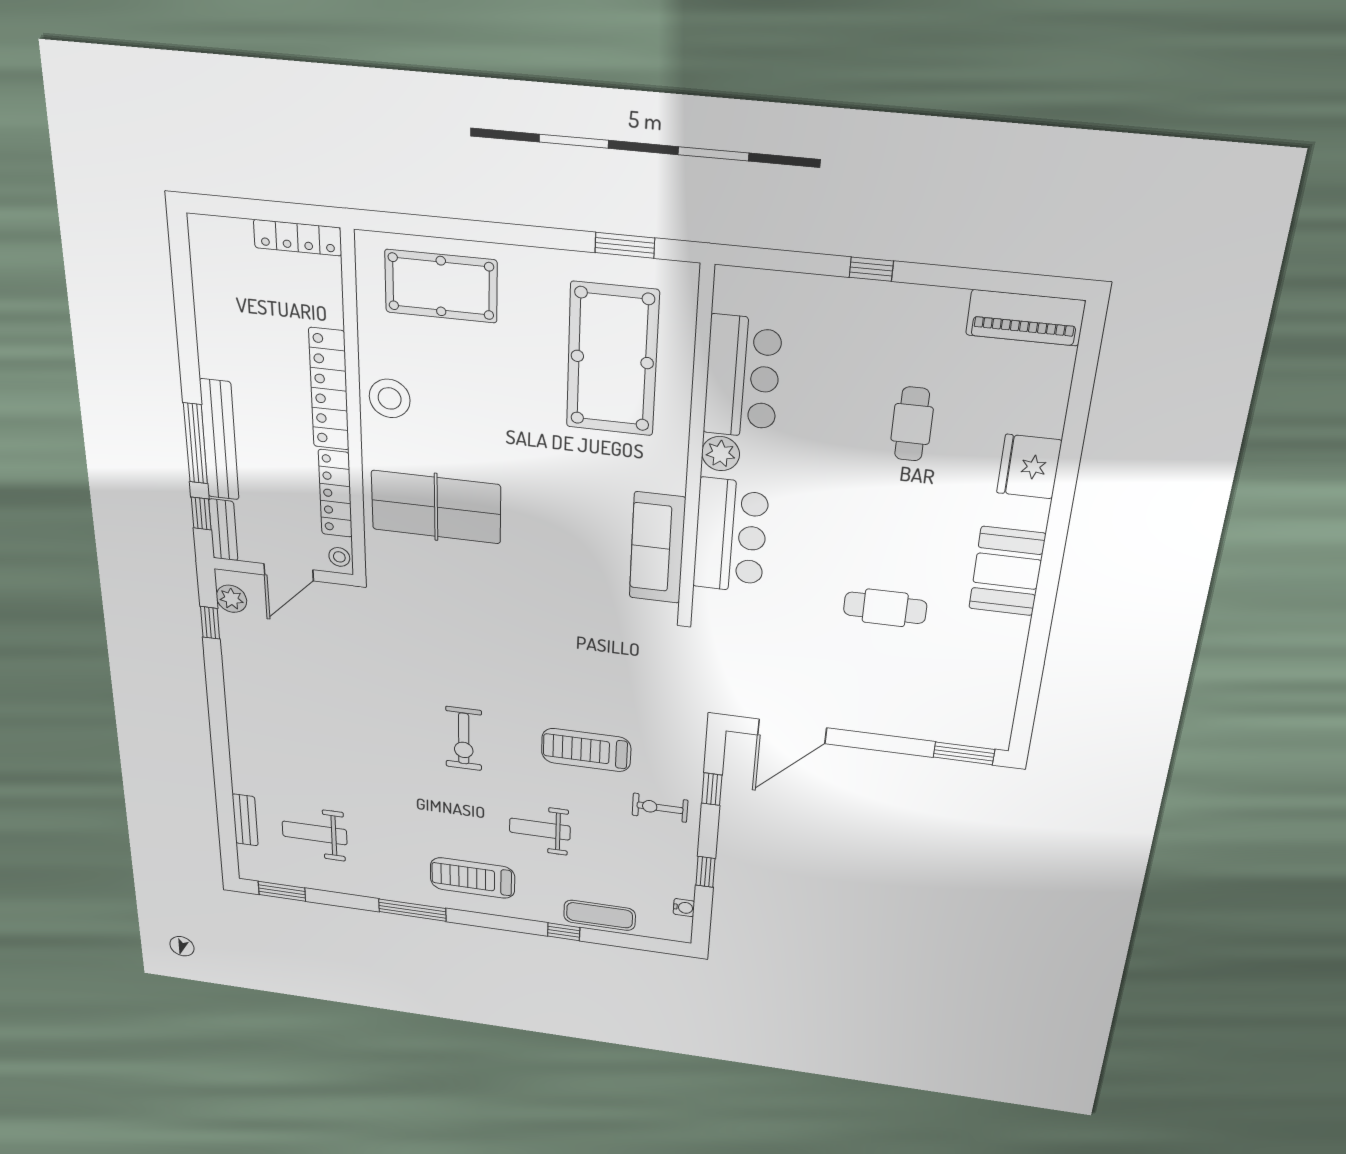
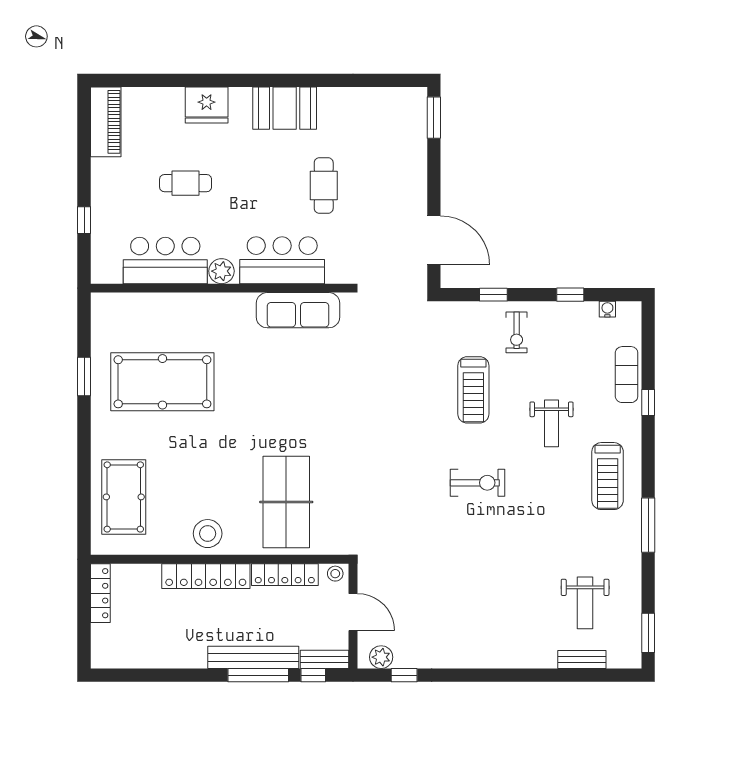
bar counter: (742, 377) -> (165, 260), moved
wall: (696, 448) -> (220, 288), moved
plant: (721, 454) -> (221, 271), moved
bar counter: (731, 536) -> (282, 260), moved
sofa: (657, 548) -> (298, 310), moved

